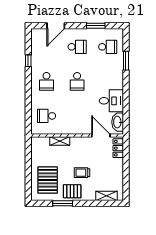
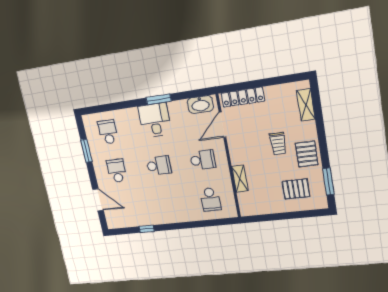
window: (126, 61) -> (159, 99), moved
school desk: (46, 81) -> (203, 160), moved
desk: (111, 101) -> (155, 120), moved
locker: (118, 148) -> (243, 97), width x1.53
pallet: (48, 180) -> (296, 189), width x0.67, depth x0.71
window: (63, 203) -> (328, 181), moved

